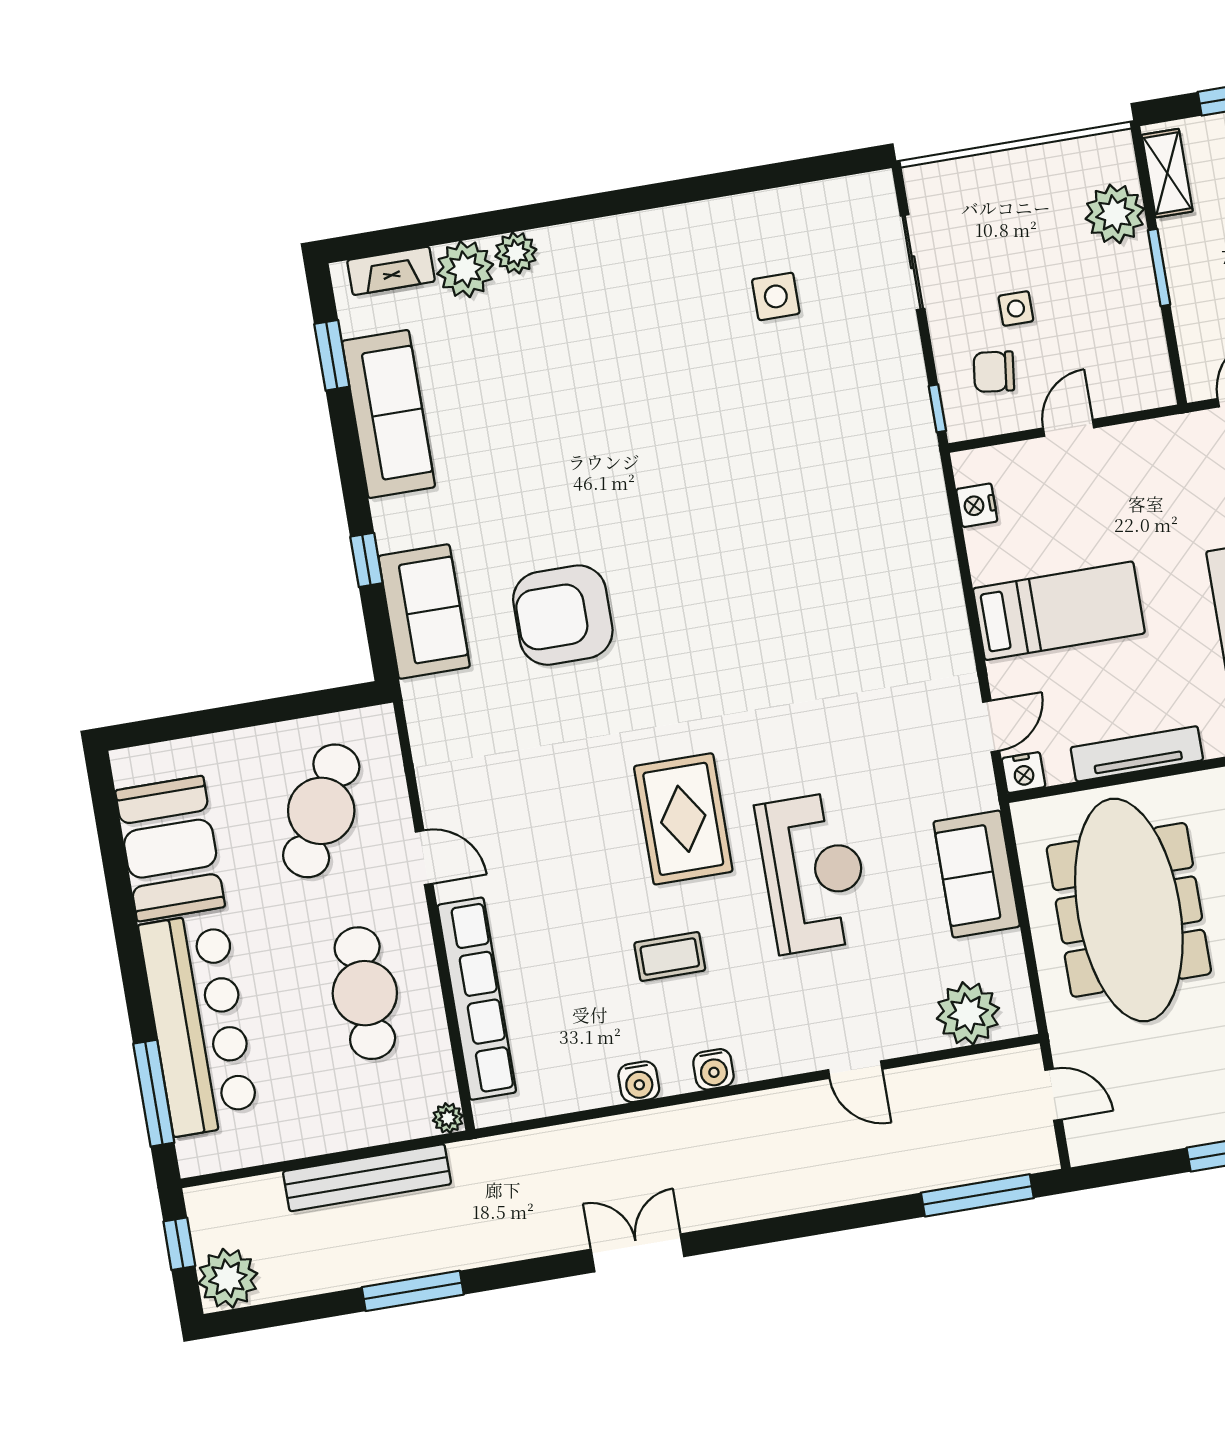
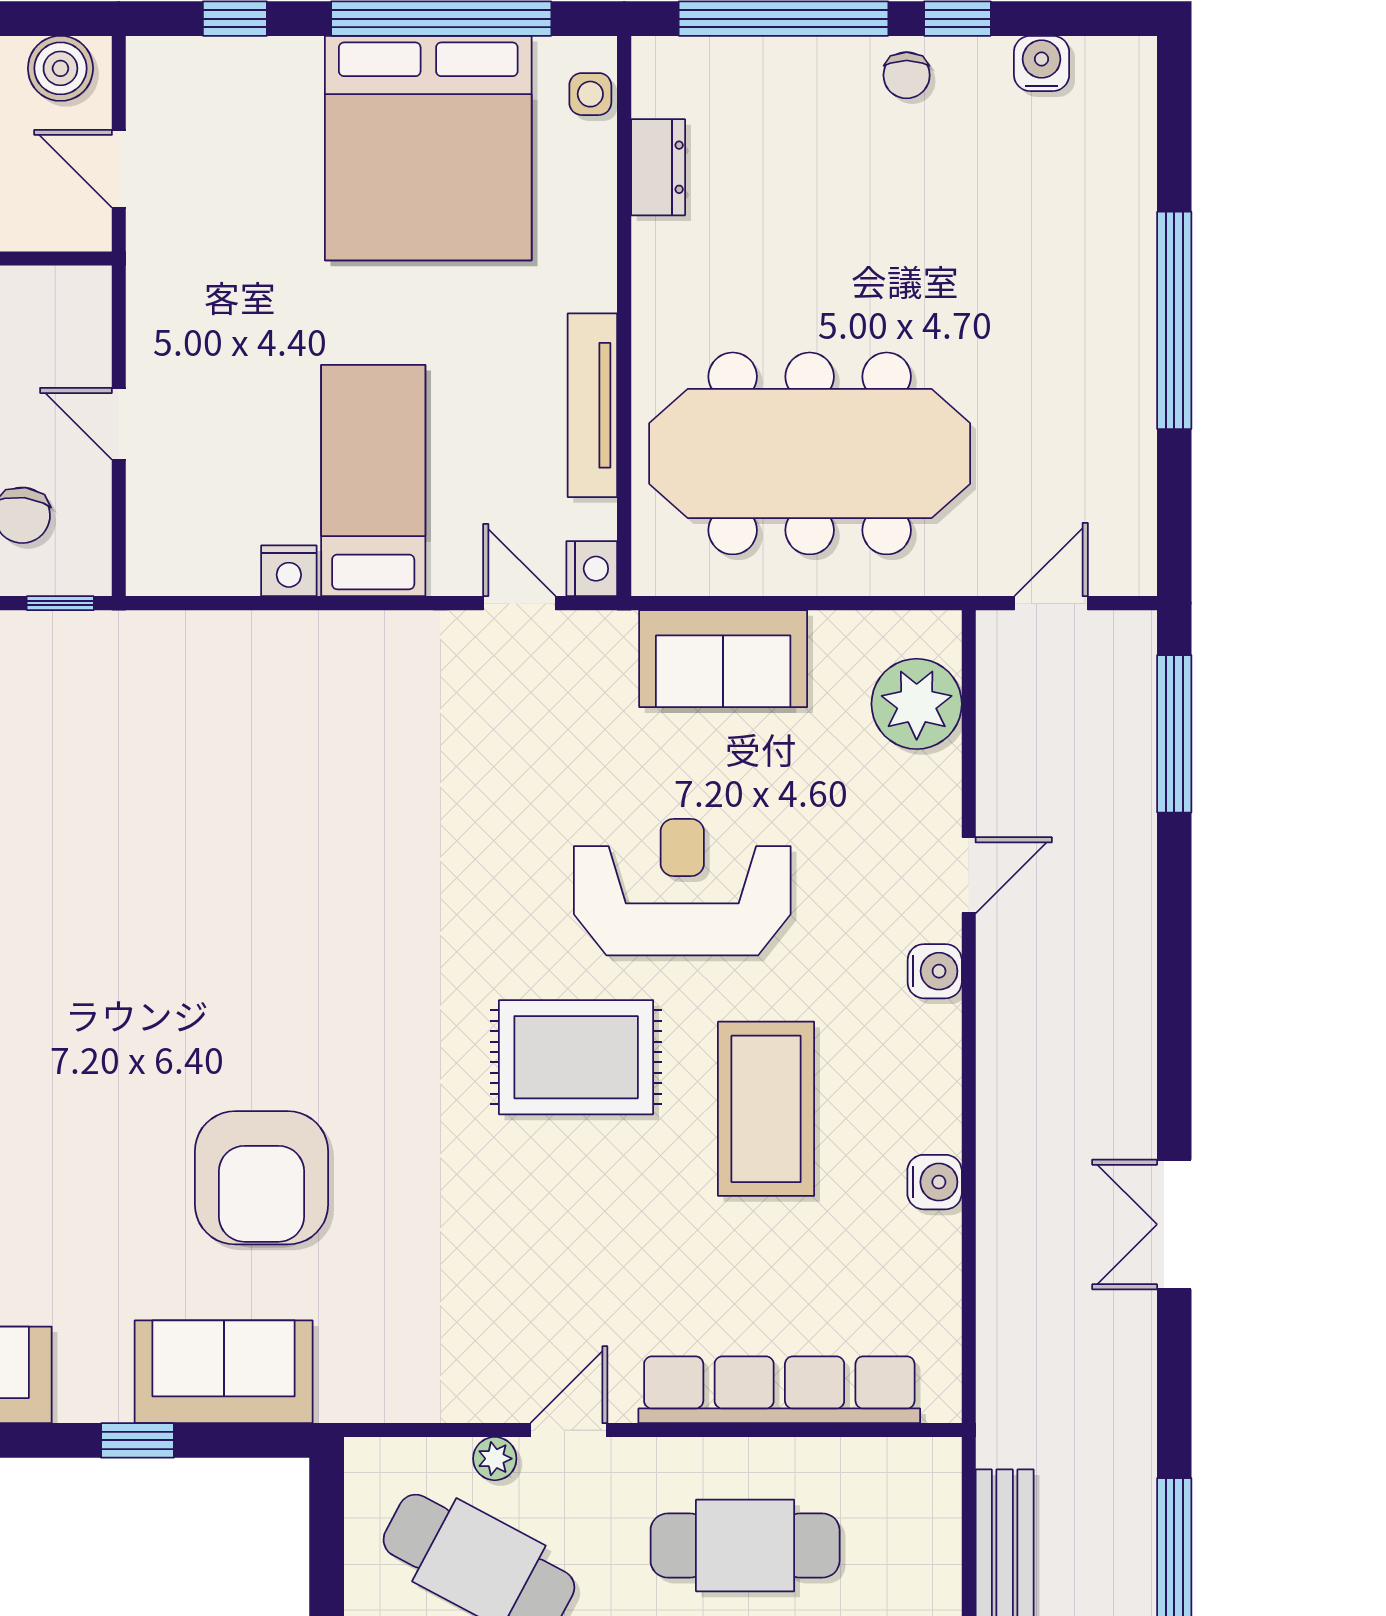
nightstand: (977, 505) -> (289, 571), moved
coffee table: (670, 957) -> (766, 1109), width x1.86, depth x1.72
water cooler: (713, 1069) -> (935, 971), moved
plant: (448, 1118) -> (495, 1459), moved

